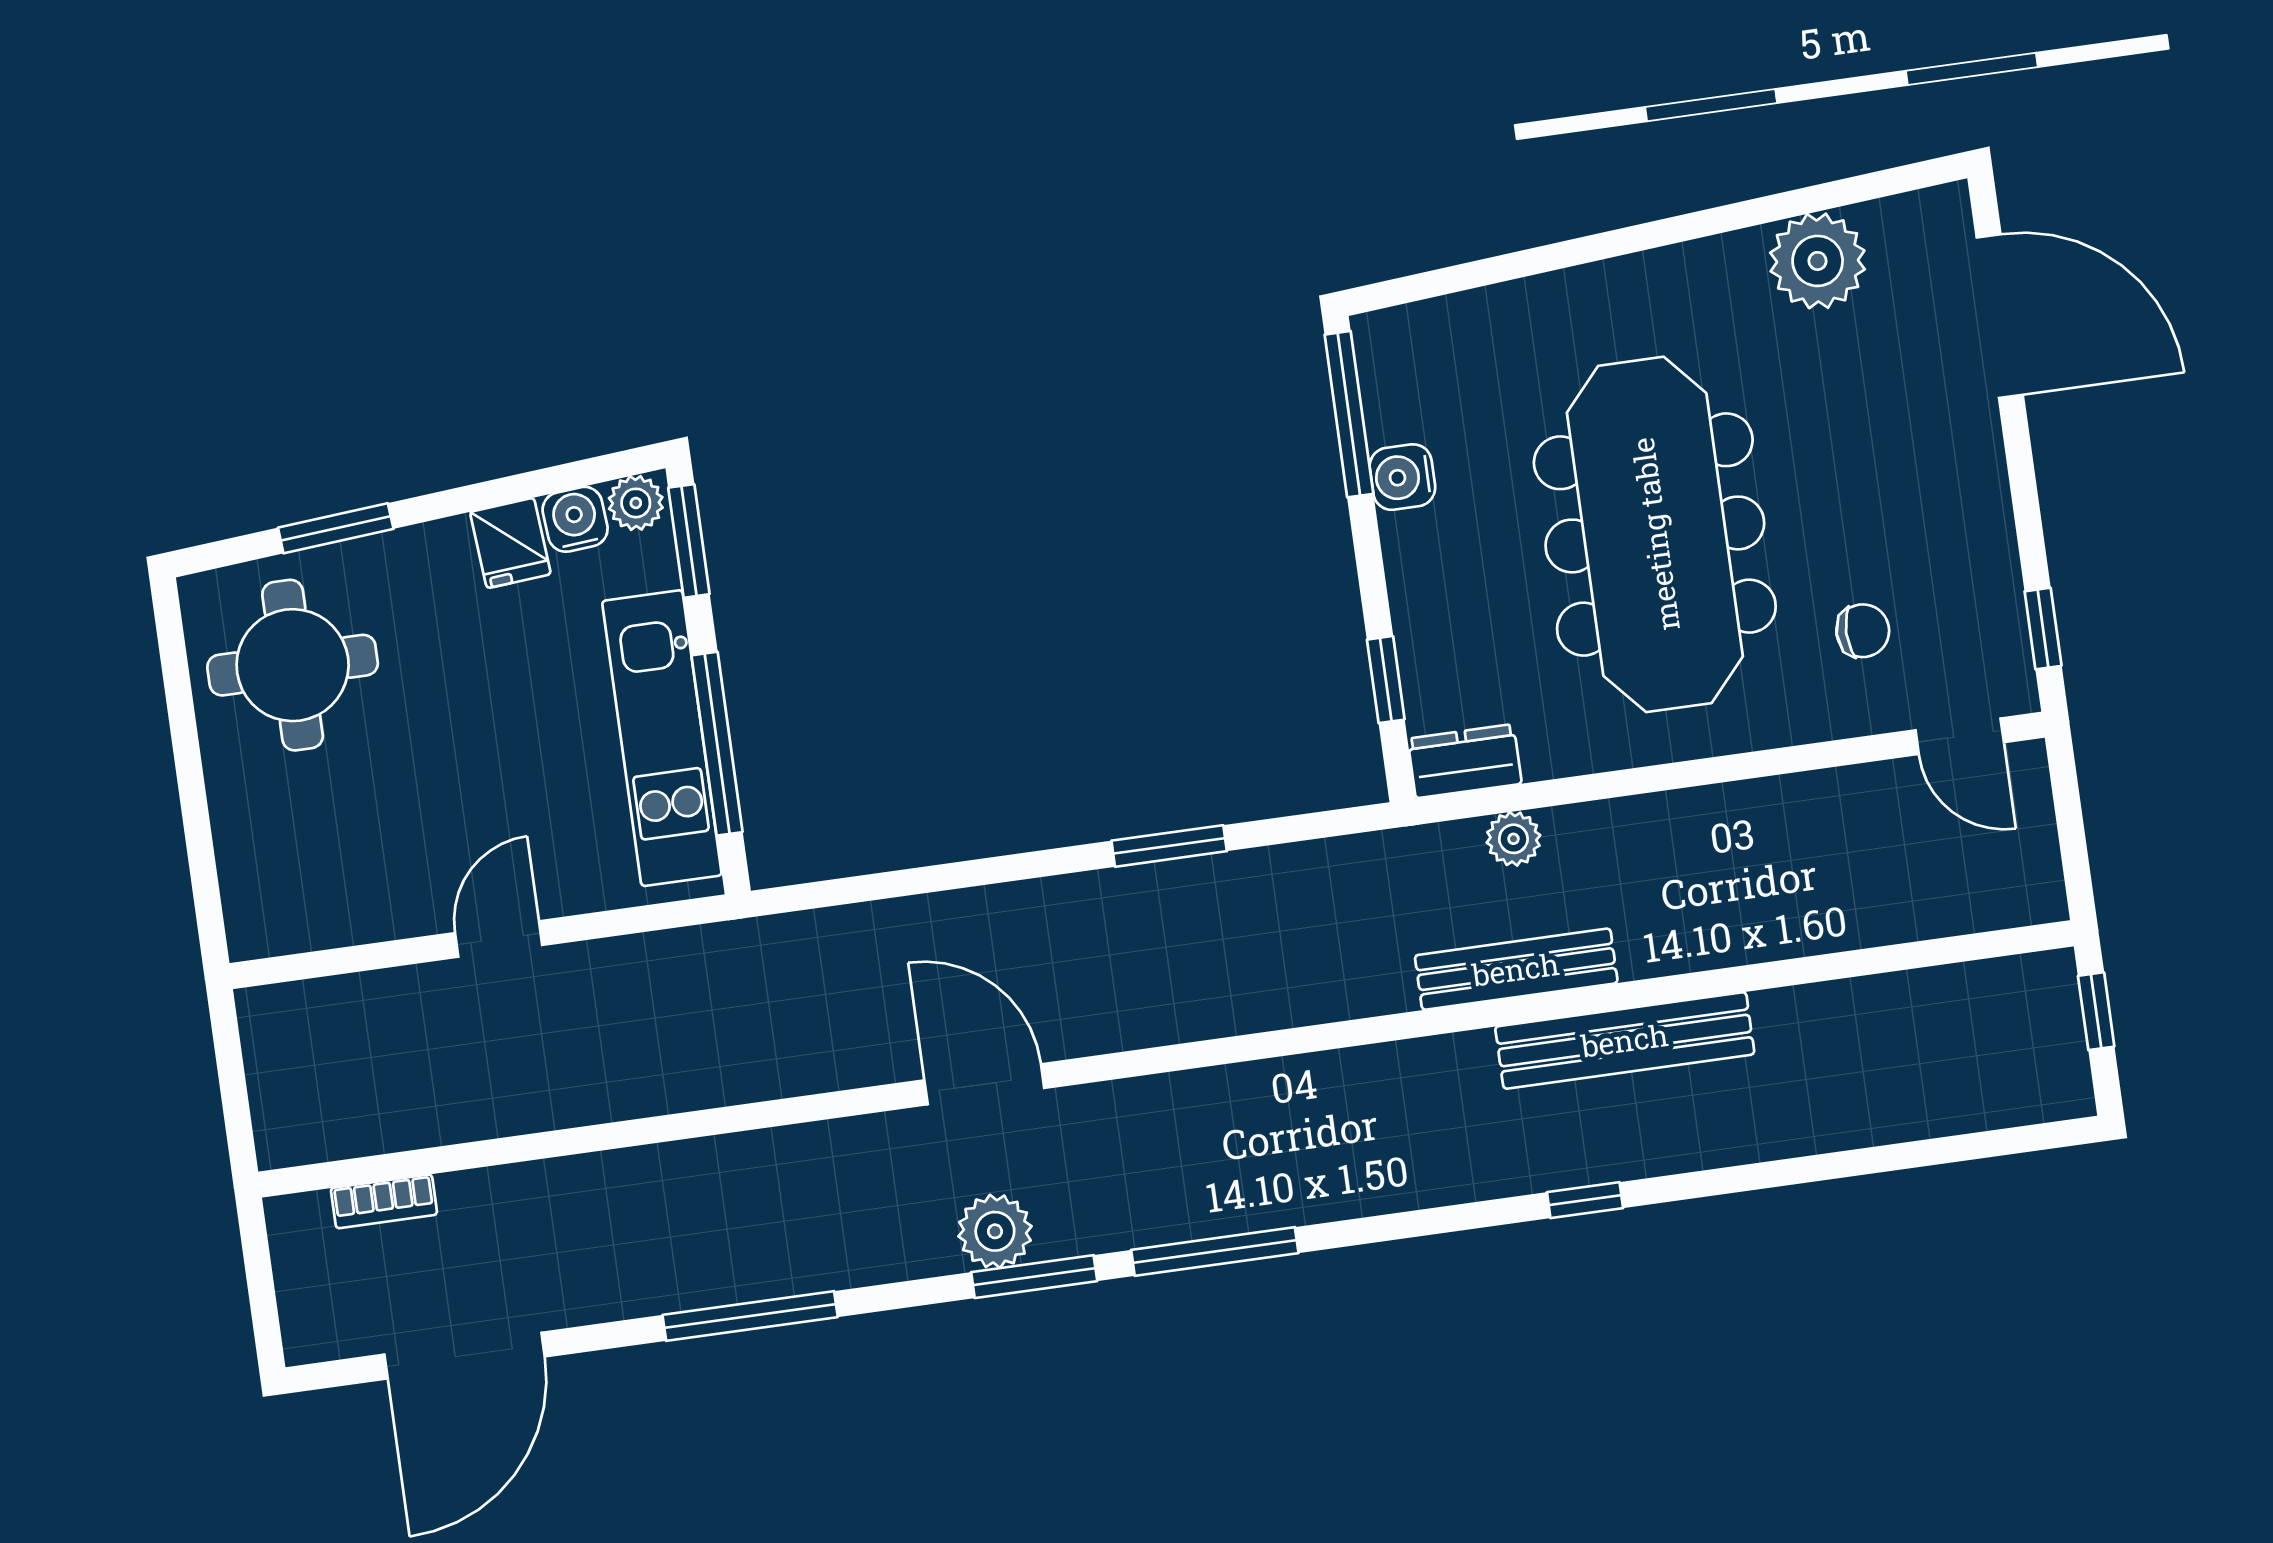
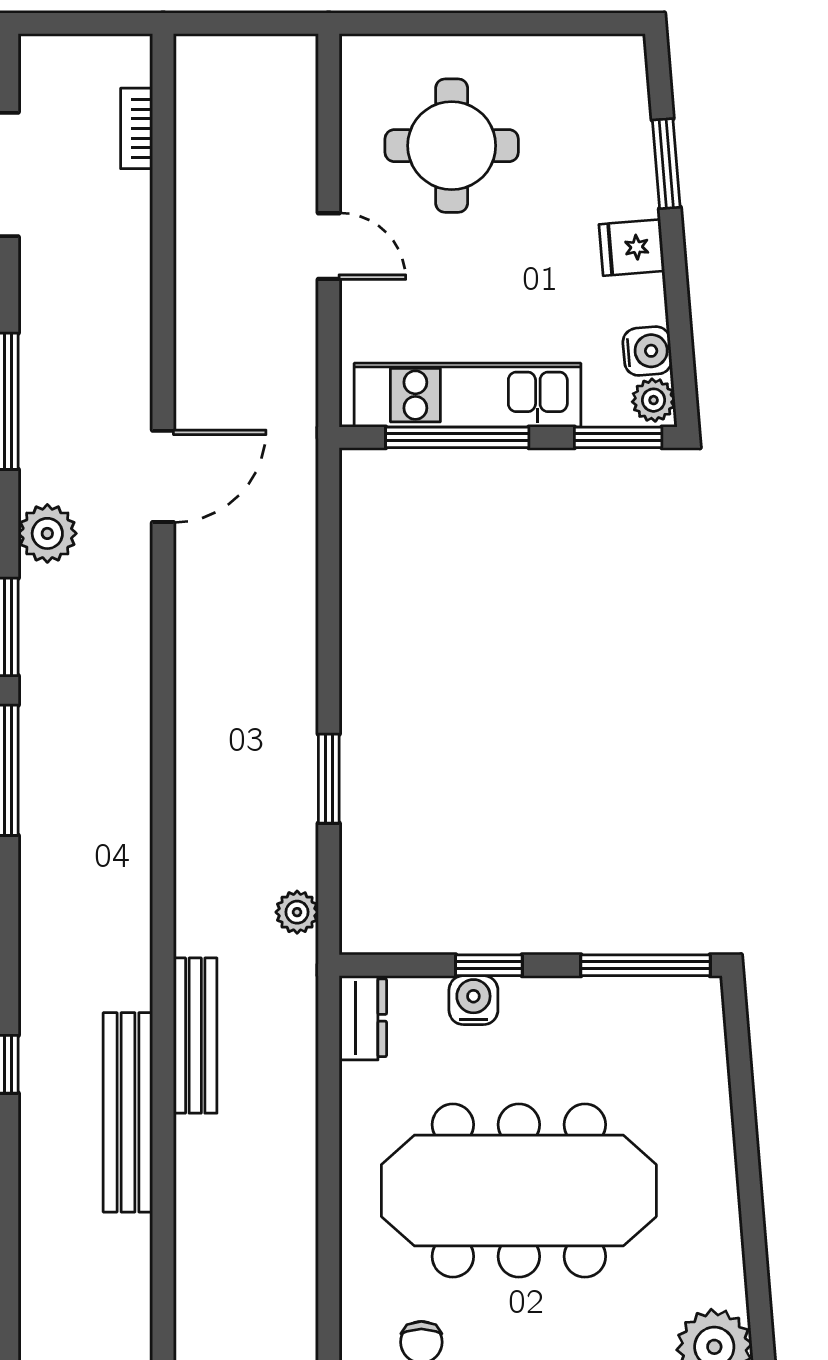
water cooler: (1402, 477) -> (473, 1000), moved
fridge: (510, 543) -> (632, 248), moved
round table: (293, 665) -> (452, 146), moved
window: (1386, 680) -> (489, 965), moved
plant: (1513, 839) -> (297, 912), moved
door: (984, 1084) -> (163, 476), moved
plant: (995, 1231) -> (47, 533), moved

